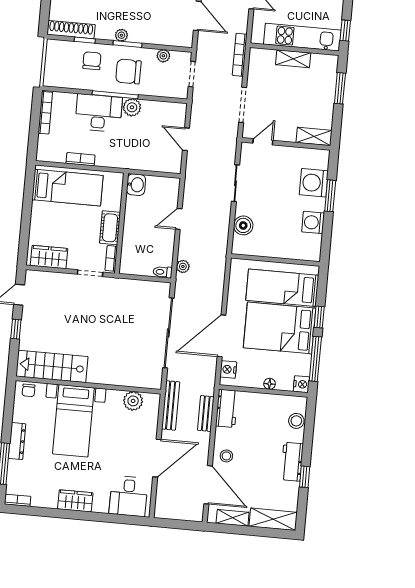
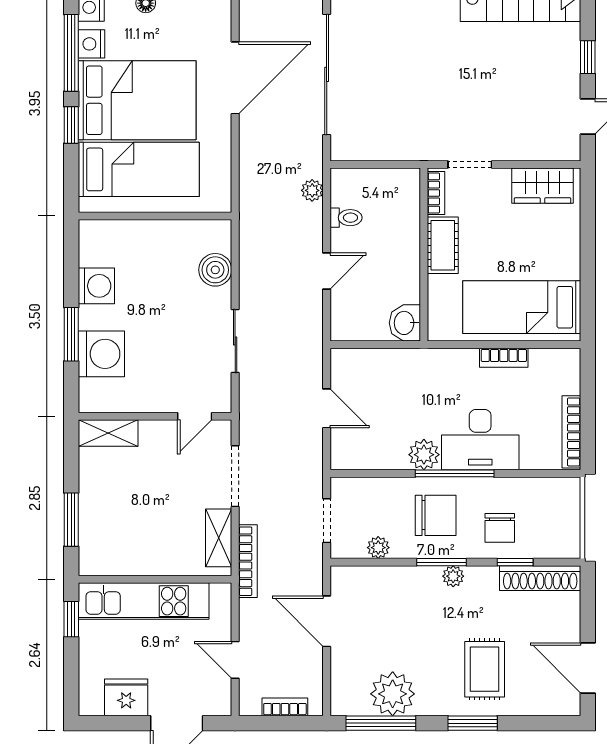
shelving: (293, 59) -> (219, 538), moved, turned 90
toilet: (163, 272) -> (346, 218), moved
nightstand: (228, 369) -> (92, 44), moved, turned 180

